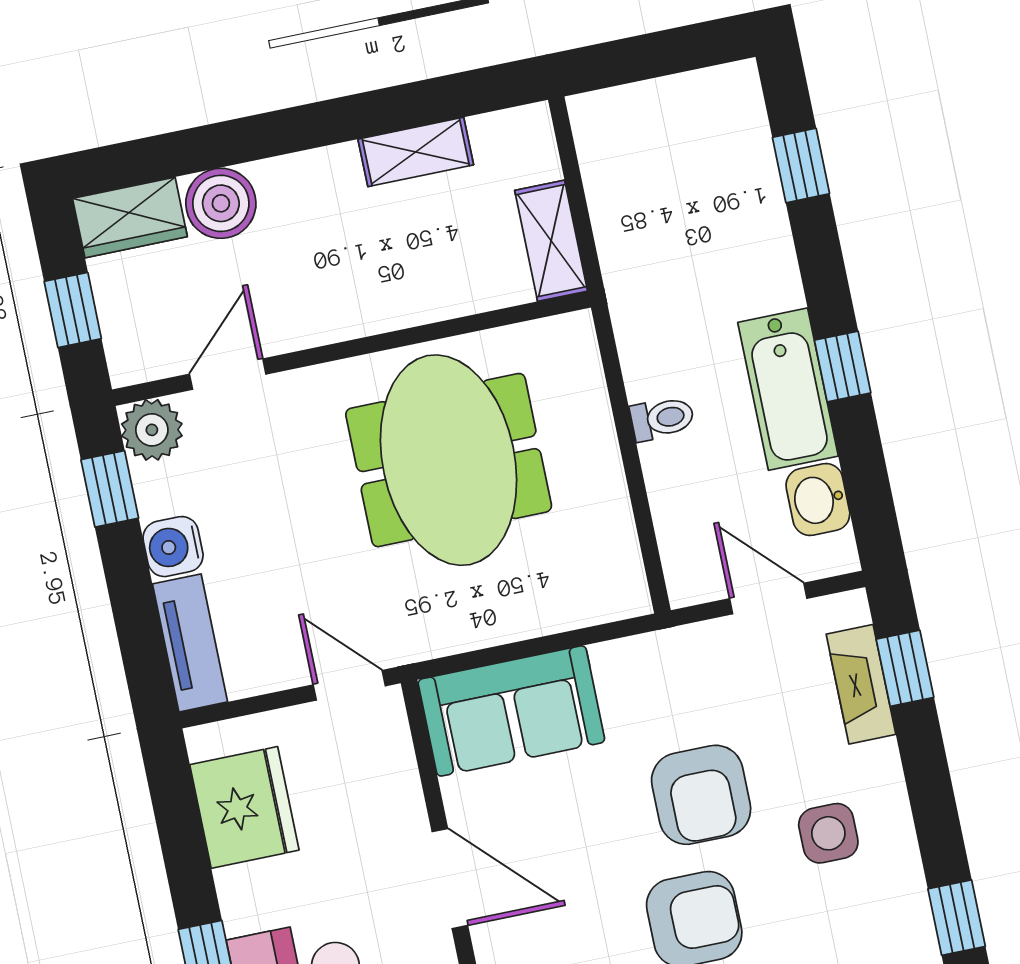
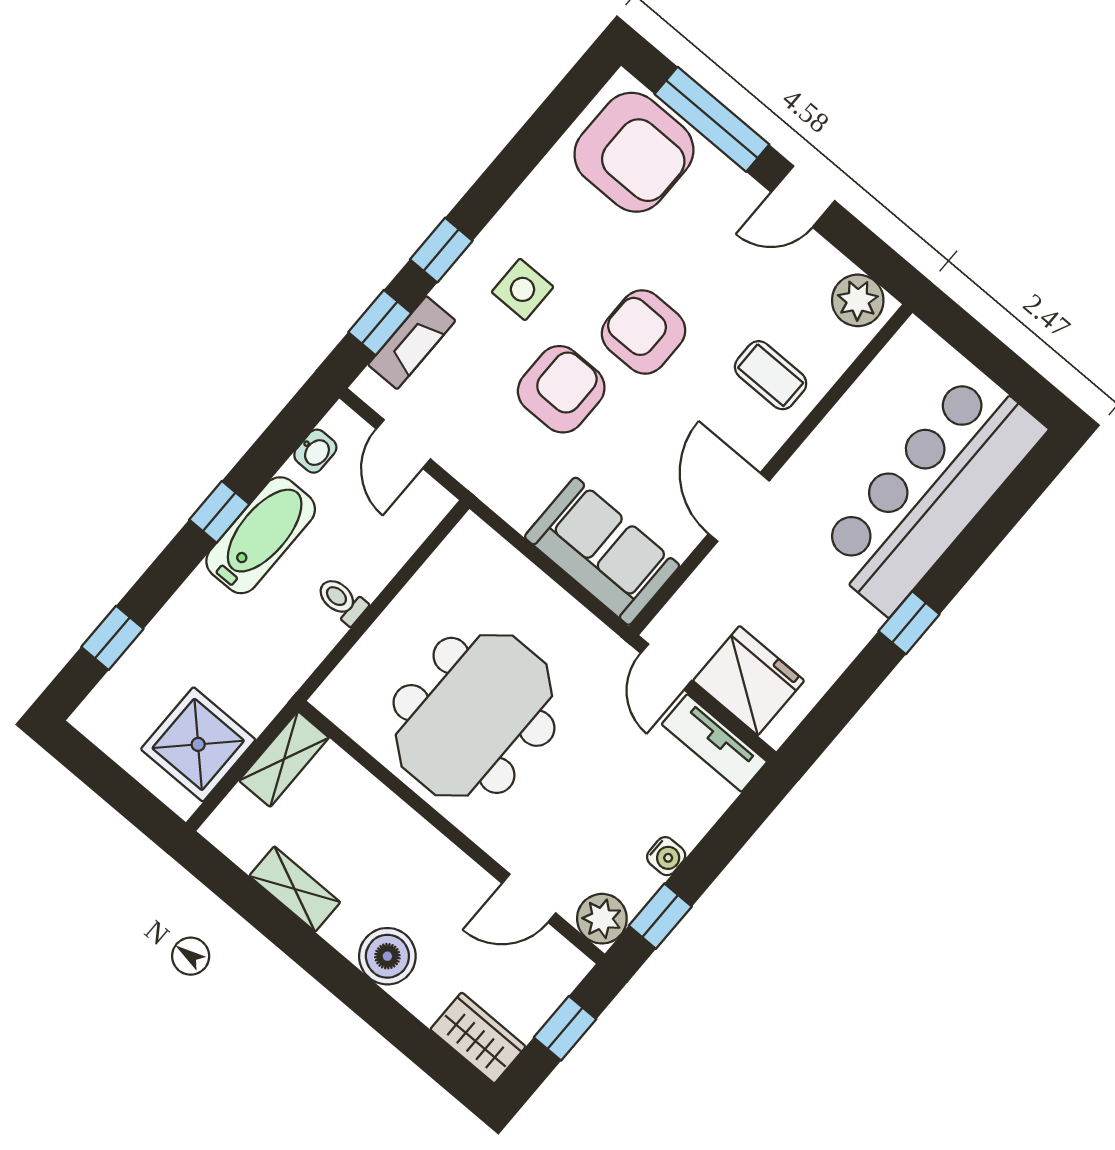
shower: (631, 168) -> (198, 744), added
boiler: (221, 203) -> (387, 956), moved
washbasin: (818, 499) -> (315, 451), width x0.72, depth x0.69
water cooler: (173, 547) -> (666, 856), width x0.72, depth x0.72
tv unit: (190, 643) -> (714, 743), moved, turned -90
fridge: (244, 807) -> (749, 681), moved, turned 90
window: (957, 918) -> (441, 250), moved

